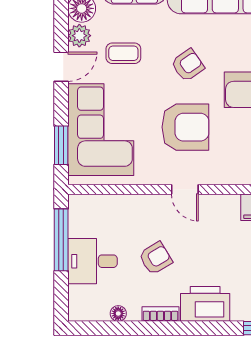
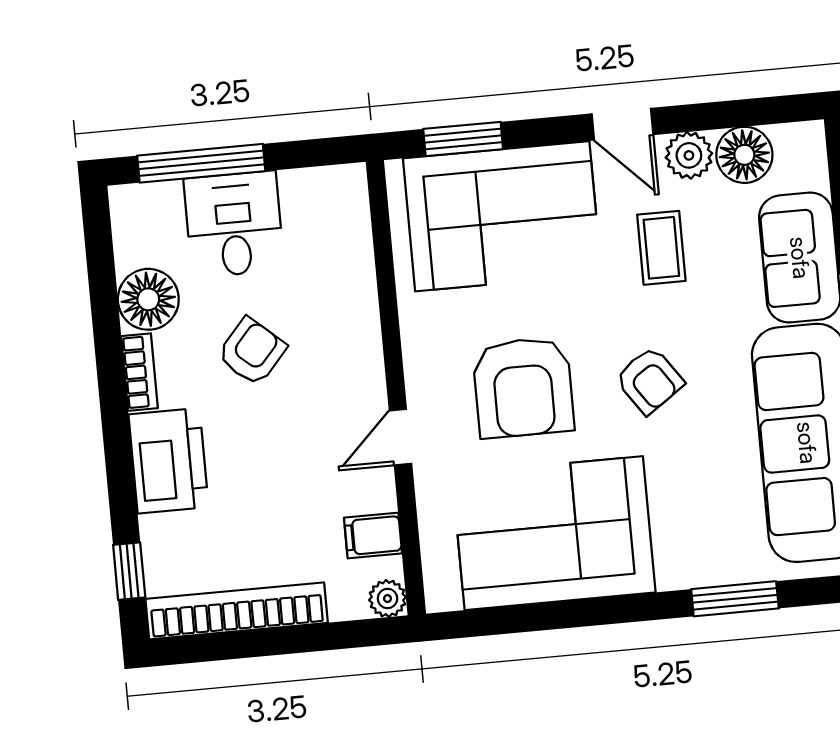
door: (185, 189) -> (400, 437), moved
window: (61, 240) -> (201, 163), moved
armchair: (156, 258) -> (252, 352), turned -108
floor lamp: (118, 313) -> (148, 299), width x1.89, depth x1.89

